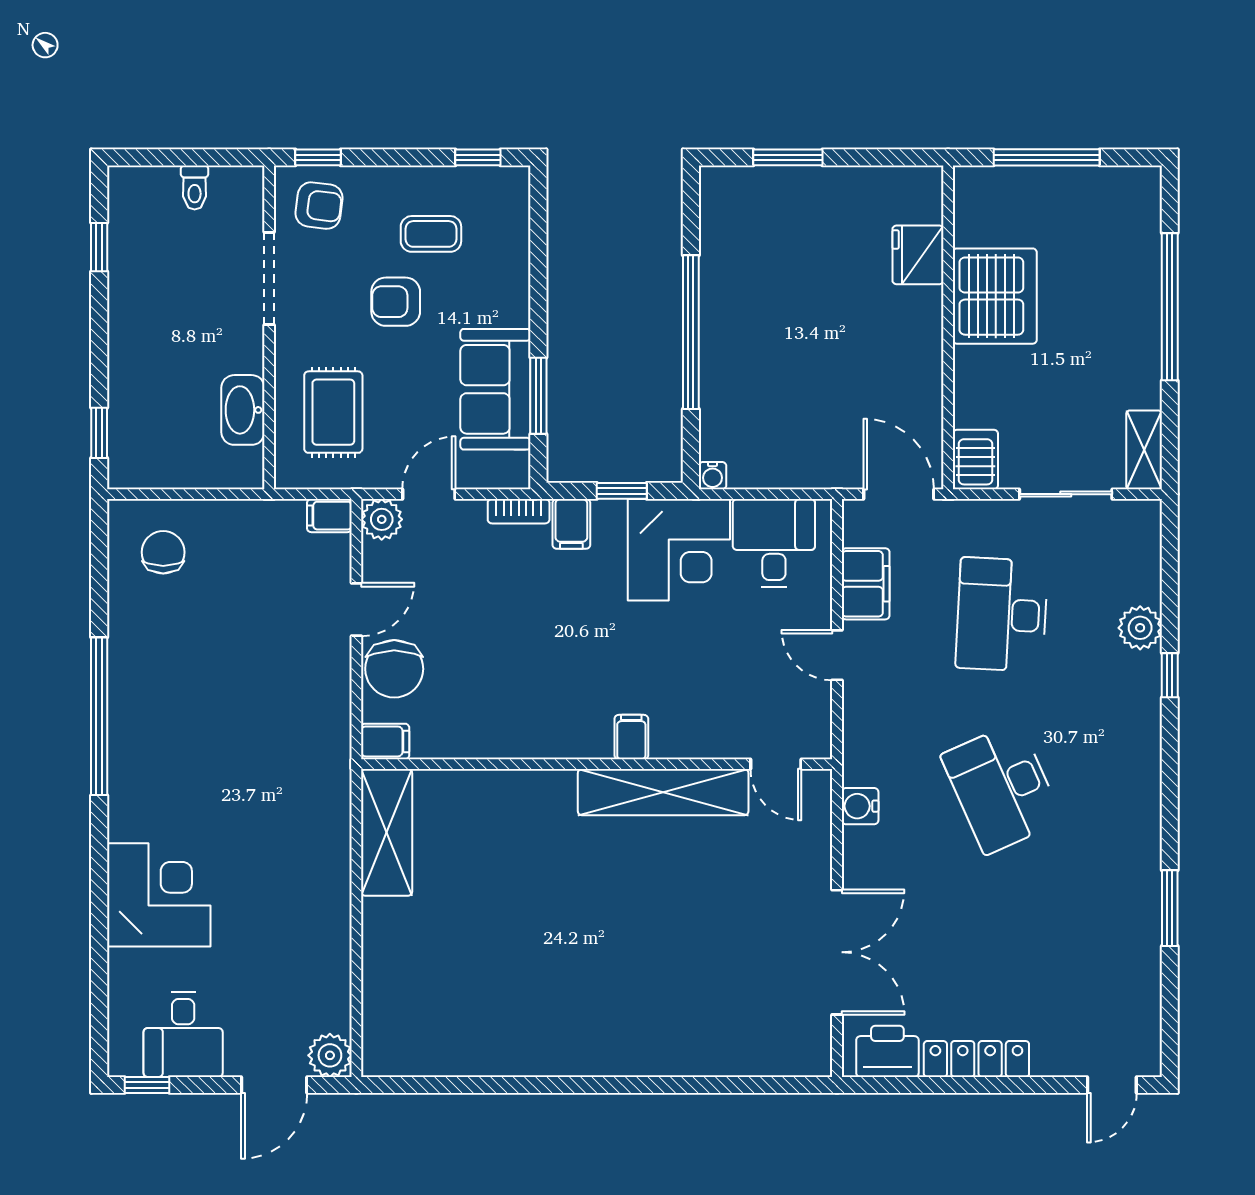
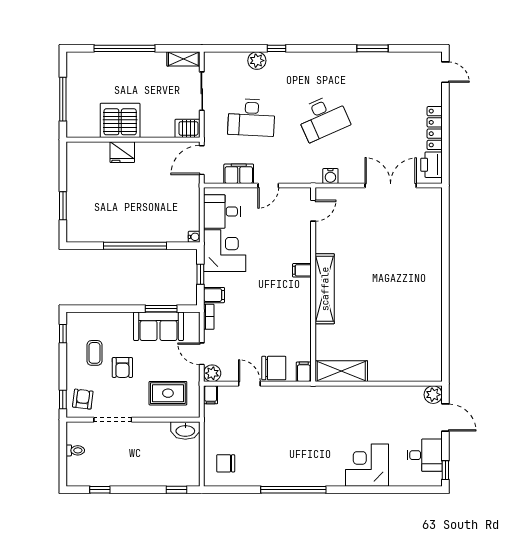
fridge: (918, 255) -> (122, 152), moved
washbasin: (243, 410) -> (185, 430), moved
shelving: (663, 792) -> (325, 289), moved

